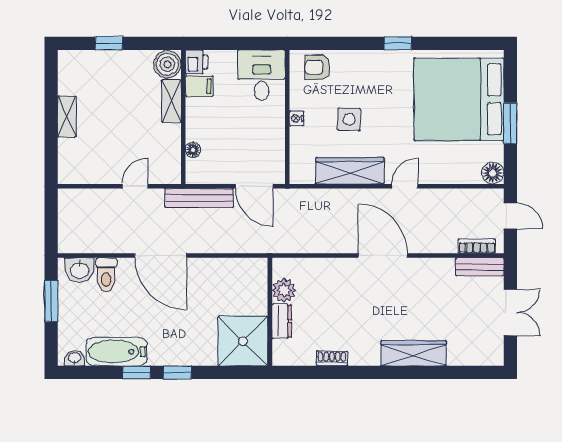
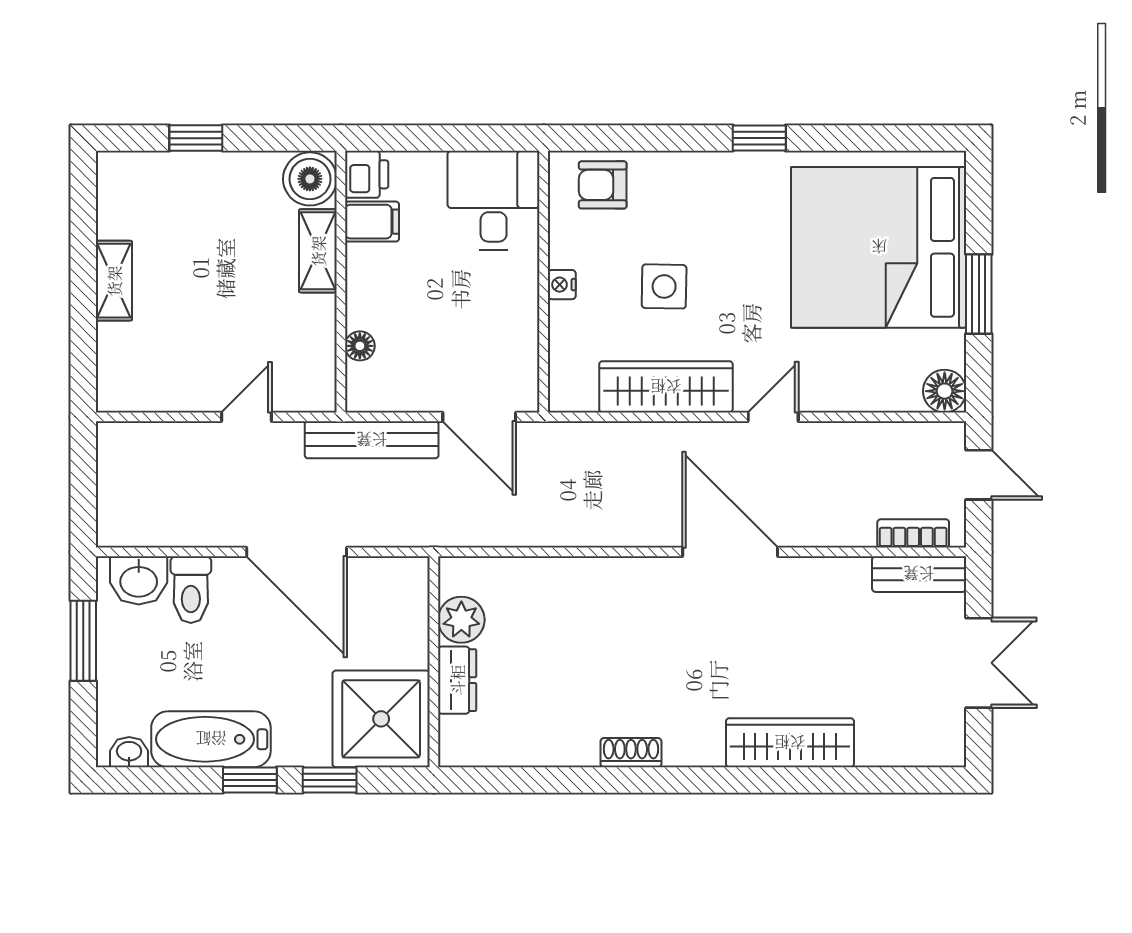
plant: (284, 290) -> (461, 620), moved
wall: (270, 312) -> (434, 662), moved
dresser: (282, 321) -> (457, 680), moved
shower: (243, 341) -> (381, 719), moved

